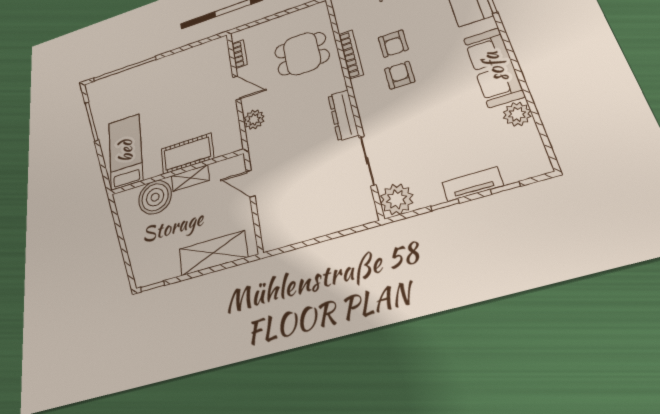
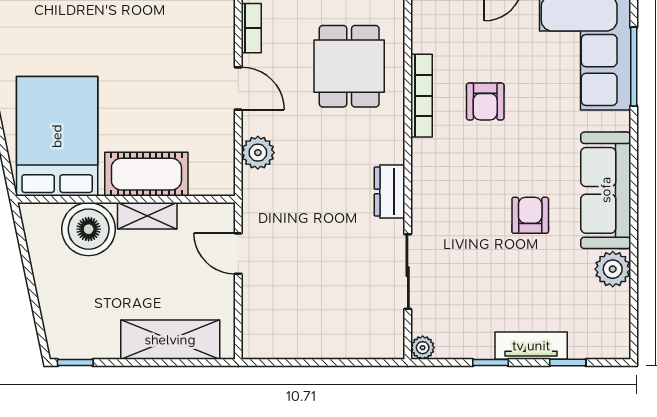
dining table: (302, 54) -> (349, 66), turned 90
armchair: (400, 75) -> (530, 215), moved
dresser: (343, 115) -> (389, 191), width x0.70
bed: (126, 151) -> (57, 136), width x1.50
plant: (397, 199) -> (423, 348), width x0.53, depth x0.53

